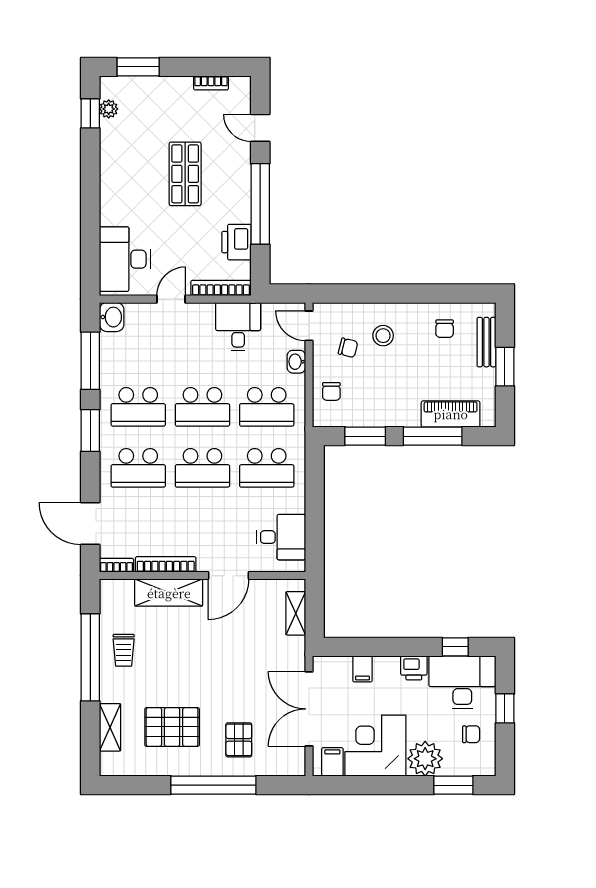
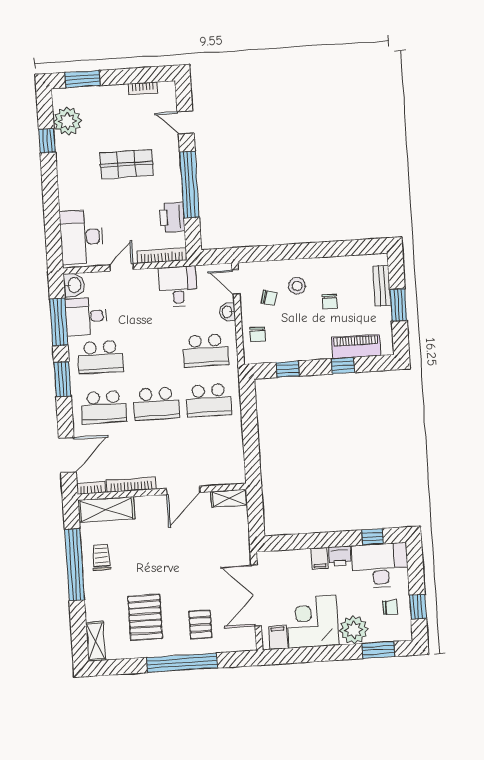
plant: (109, 109) -> (68, 121), width x1.88, depth x1.88
window: (90, 113) -> (47, 141), moved
shop shelf: (185, 174) -> (126, 164), turned 90
chair: (445, 329) -> (330, 301), moved
school desk: (202, 407) -> (153, 354), removed
window: (365, 436) -> (288, 369), width x0.67
window: (433, 436) -> (343, 366), width x0.46
door: (90, 524) -> (67, 455), swing flipped
desk: (281, 537) -> (86, 316), moved, turned 180
shelving: (169, 593) -> (106, 509), moved
shelving: (296, 613) -> (229, 498), moved, turned 90
trolley: (124, 650) -> (101, 557), turned 180
filing cabinet: (362, 669) -> (320, 558), moved
window: (505, 708) -> (418, 607), moved
shelving: (110, 727) -> (96, 641), moved
pallet: (172, 727) -> (145, 617), turned 90

